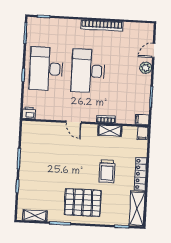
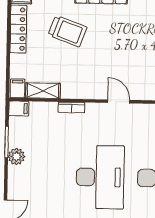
plant: (146, 68) -> (16, 157), moved
shelving: (110, 130) -> (43, 91), moved
trolley: (107, 171) -> (68, 31), turned 110

